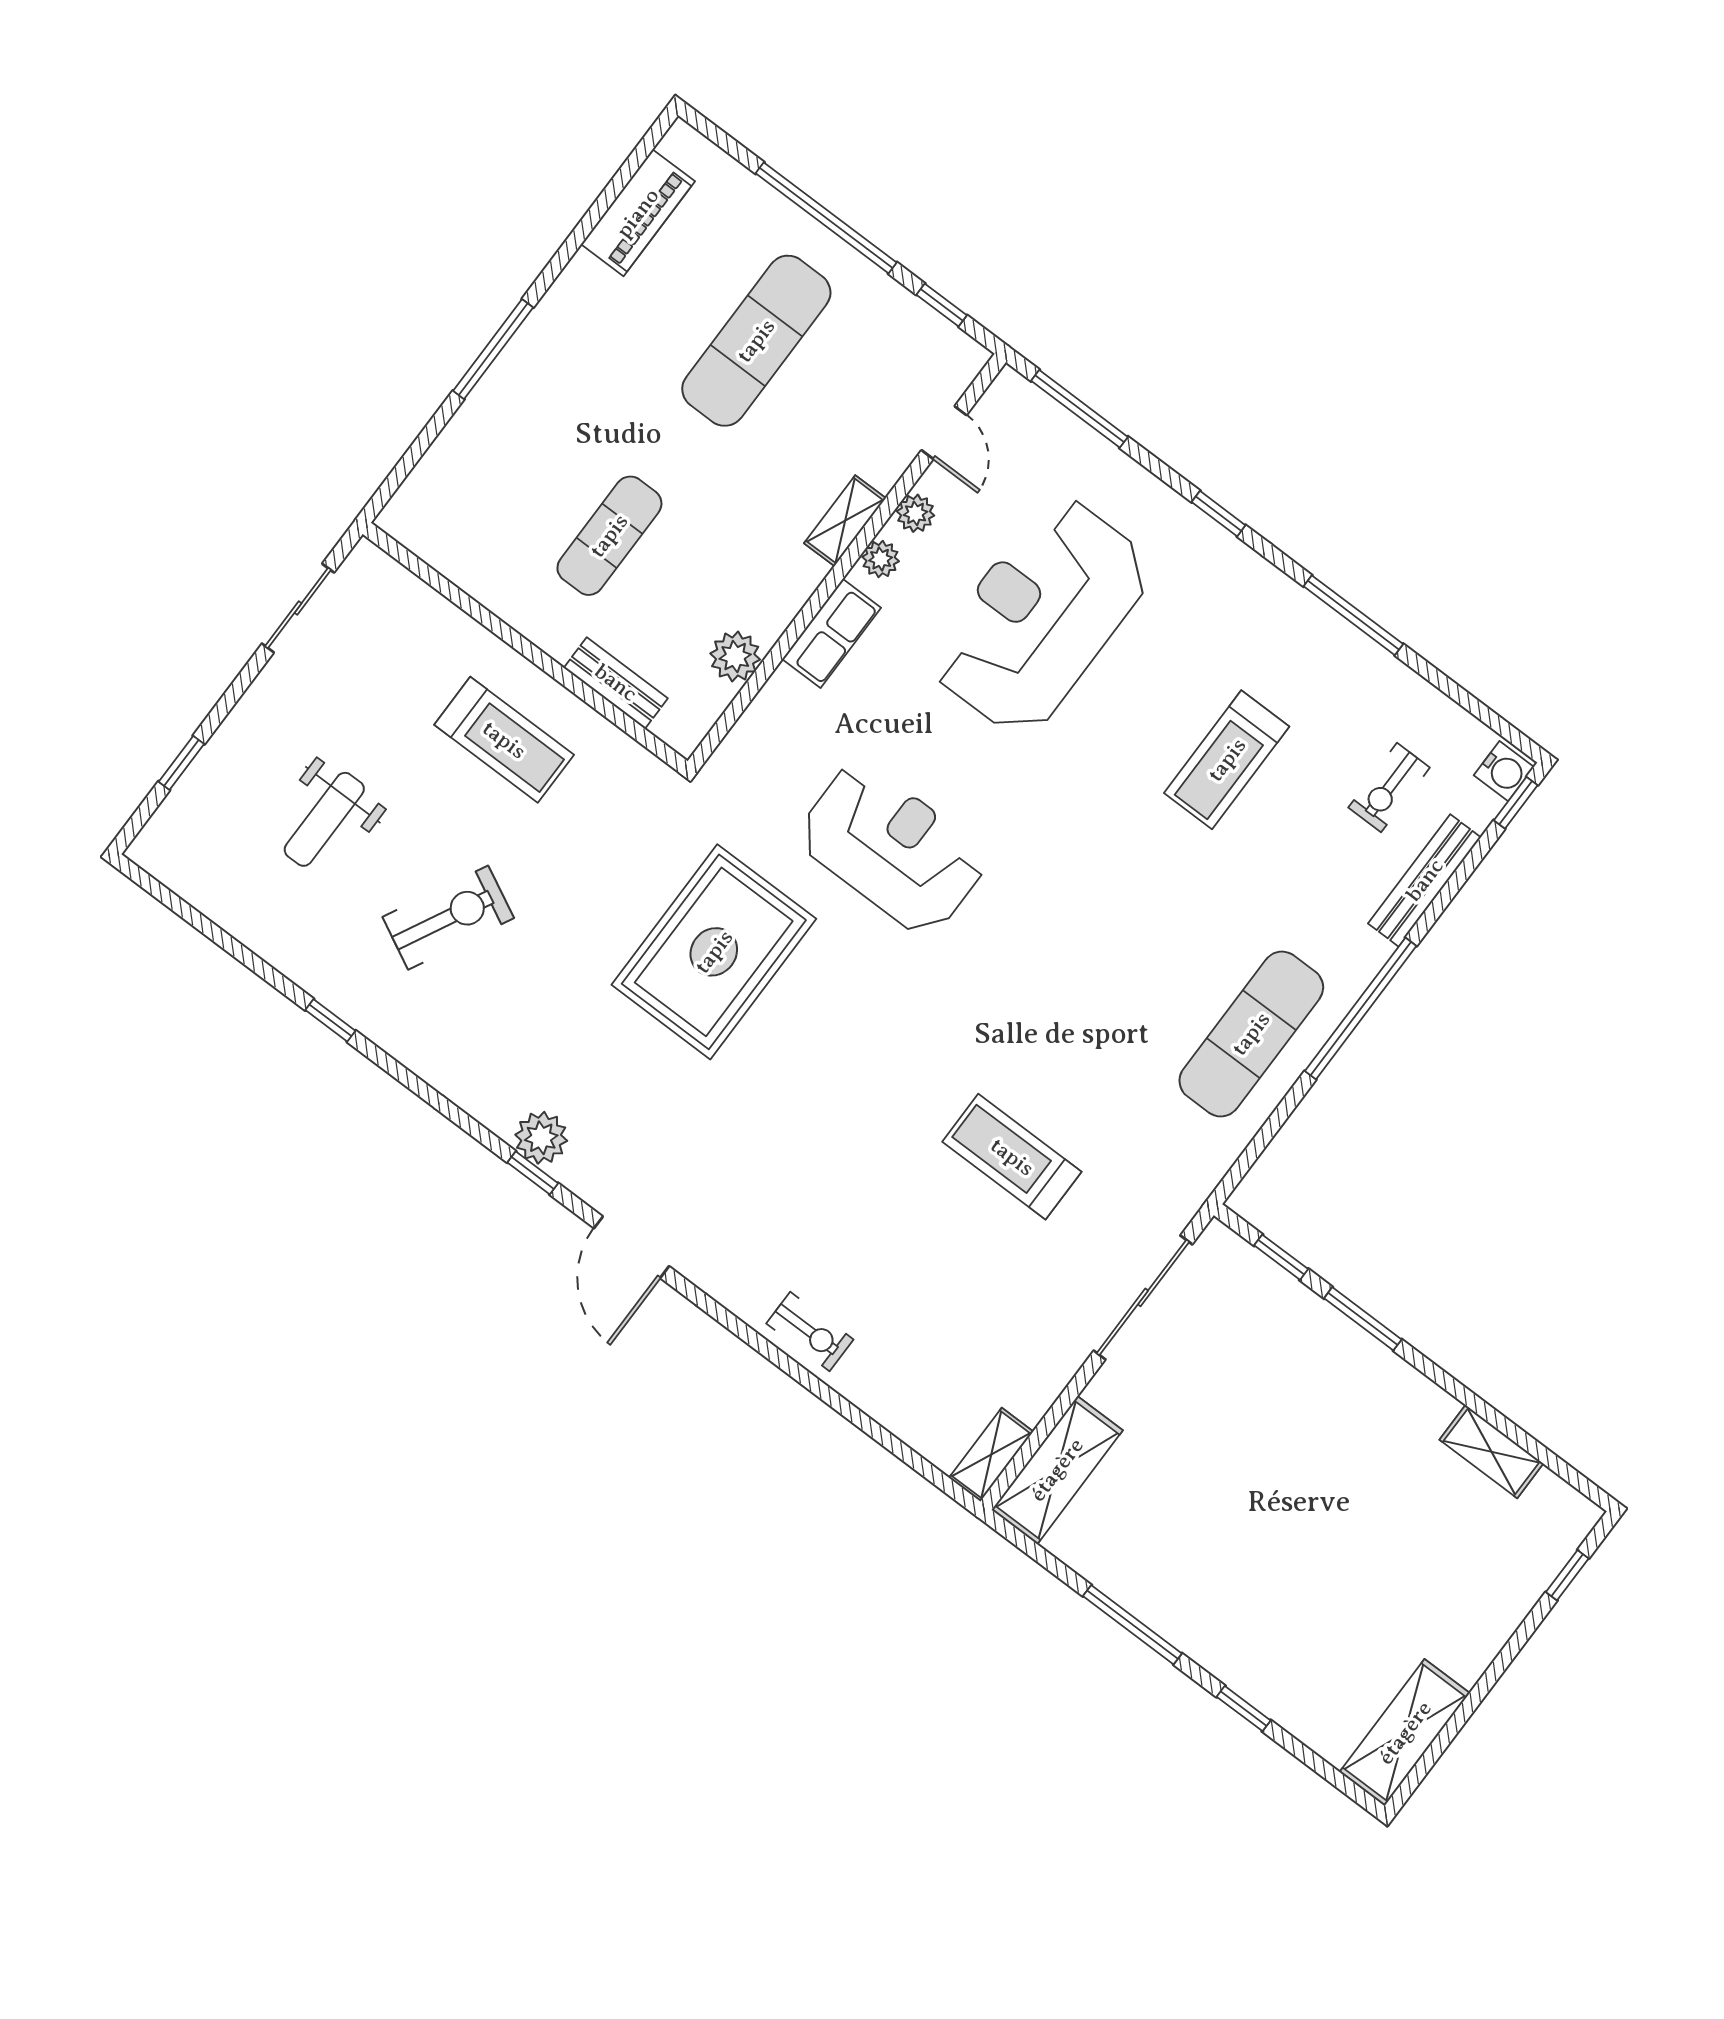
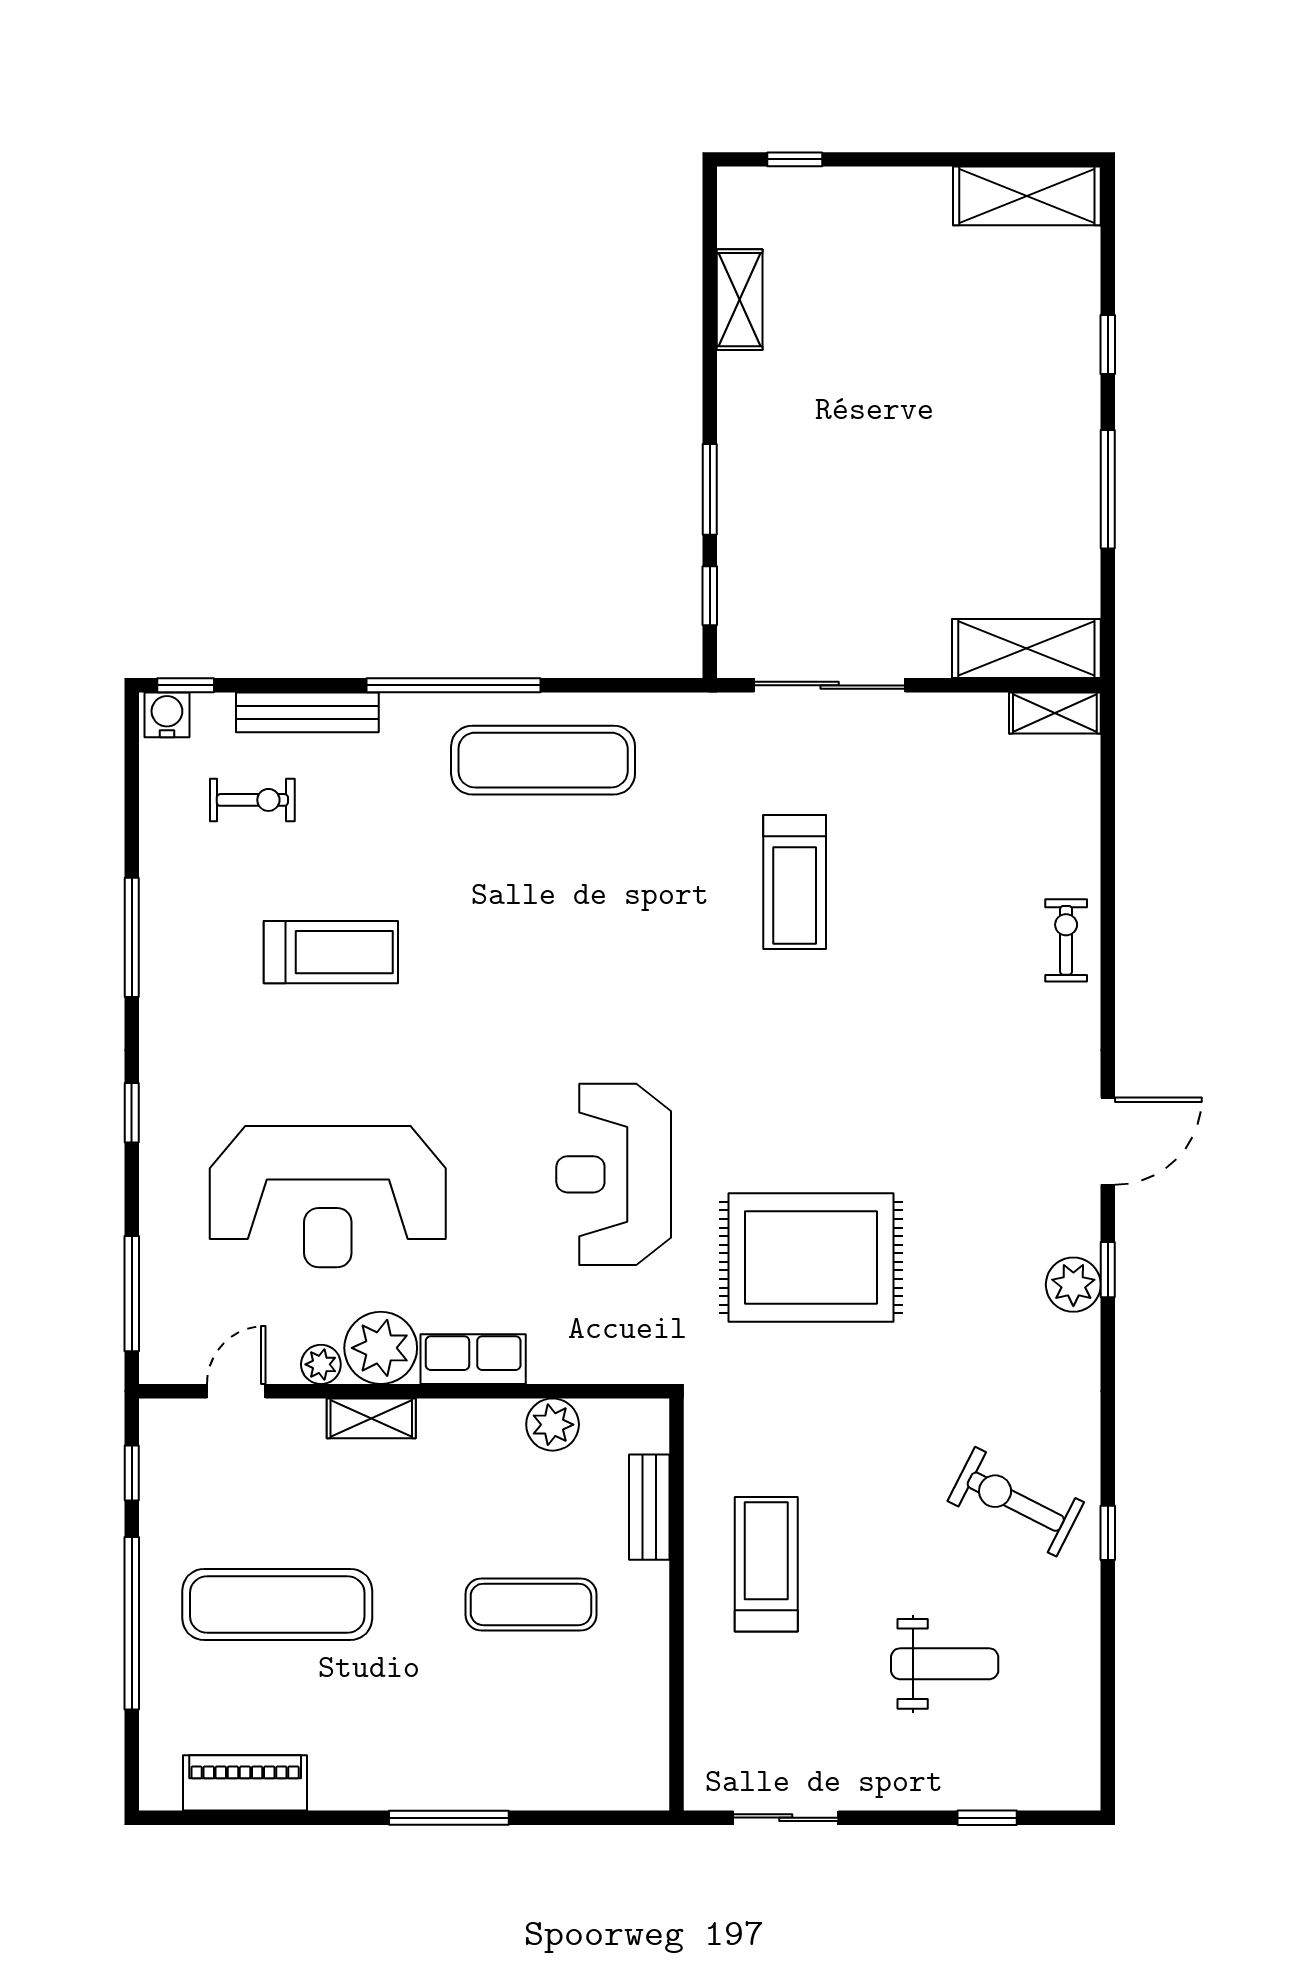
plant: (881, 559) -> (381, 1348), width x1.87, depth x1.87
exercise bike: (448, 918) -> (1016, 1502), moved

